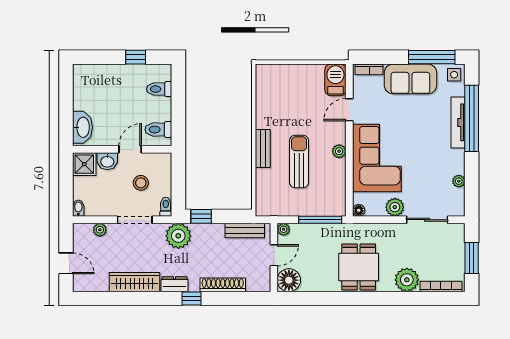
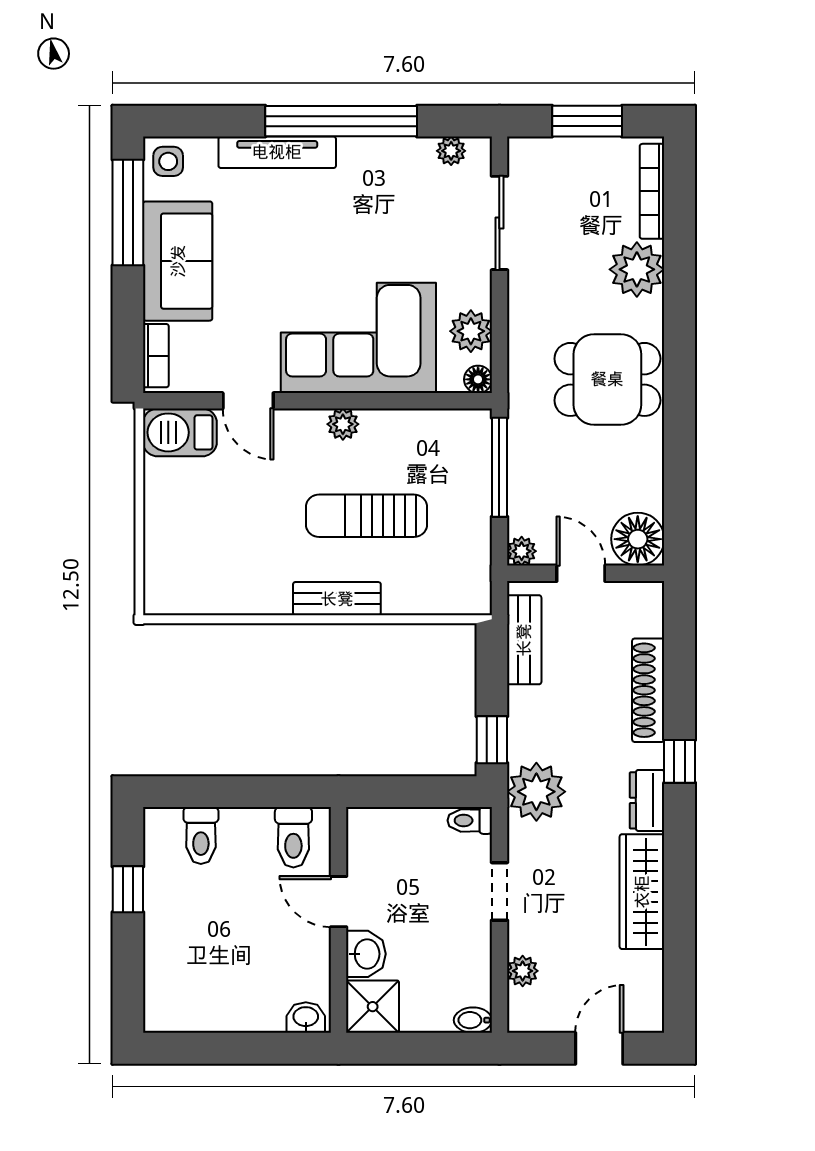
window: (472, 118) -> (341, 121), moved
washbasin: (83, 127) -> (306, 1018), width x0.52, depth x0.69
plant: (459, 181) -> (451, 151), moved
stool: (141, 183) -> (415, 877), removed
plant: (395, 207) -> (471, 331), moved
doorway: (135, 220) -> (499, 891), width x0.73

